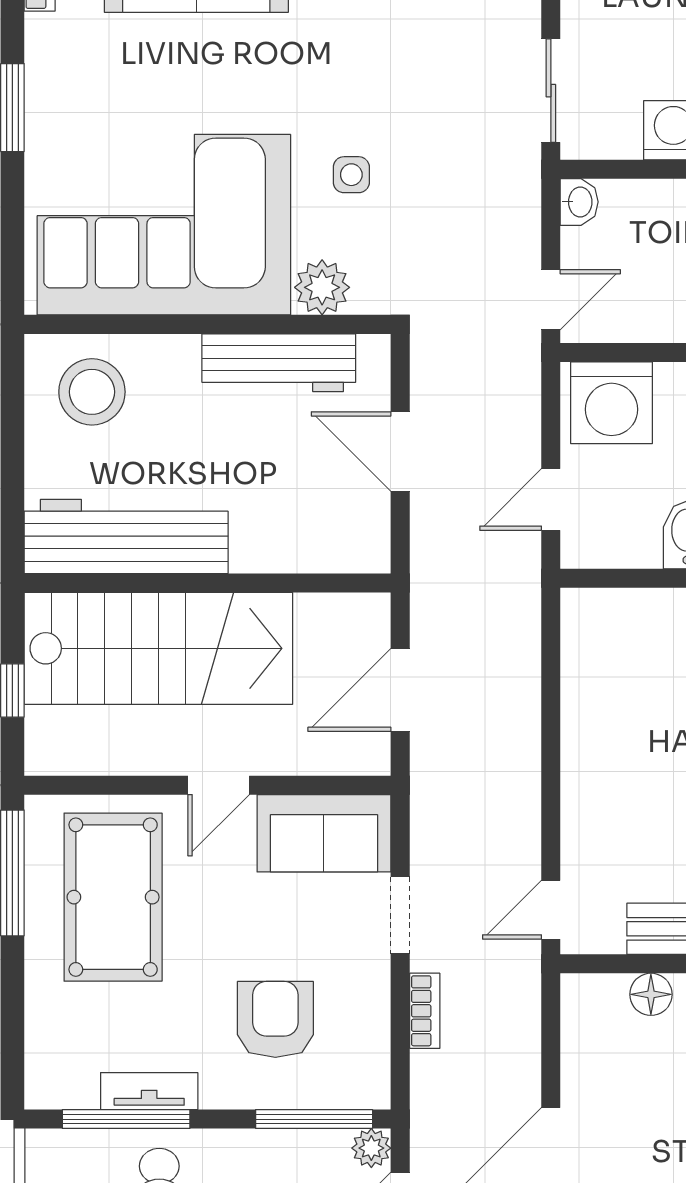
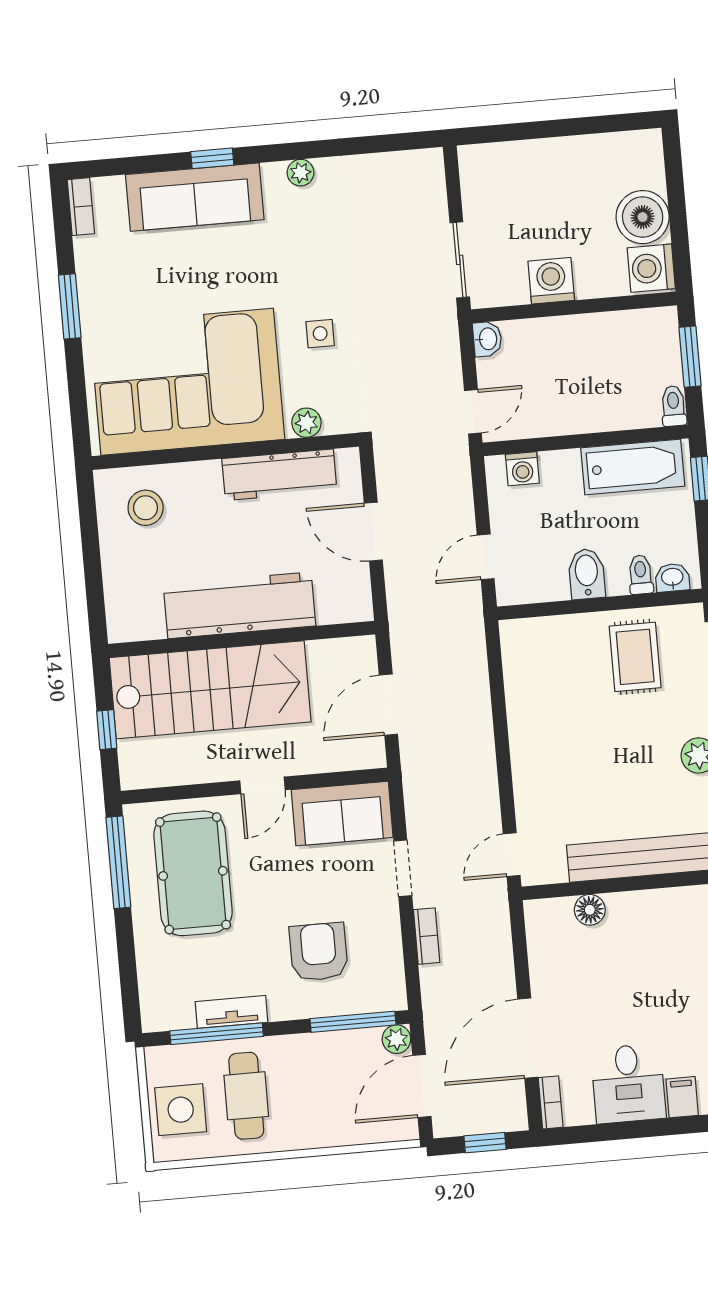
plant: (322, 287) -> (306, 423), width x0.73, depth x0.73
stool: (92, 392) -> (146, 508), width x0.73, depth x0.73
washing machine: (611, 403) -> (522, 469), width x0.53, depth x0.53
workbench: (126, 536) -> (240, 605), moved

